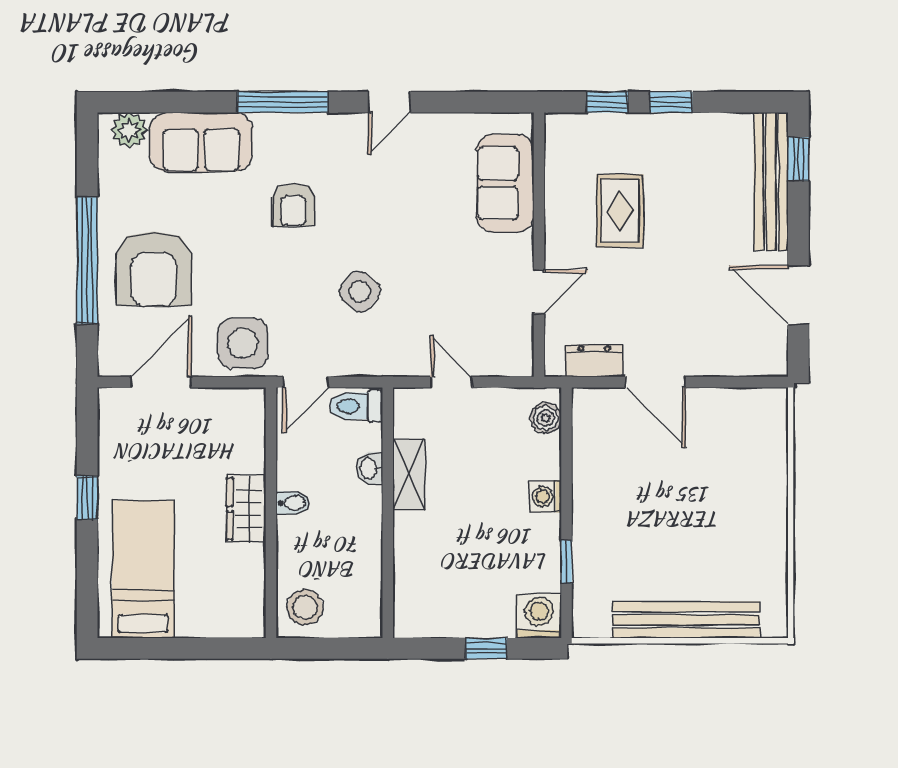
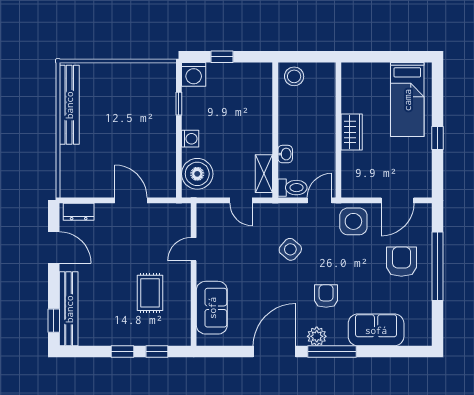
door: (389, 102) -> (275, 352), width x1.87
plant: (129, 130) -> (317, 336), moved
armchair: (154, 269) -> (401, 262), width x0.73, depth x0.73
dresser: (594, 361) -> (79, 212), moved
boiler: (546, 418) -> (197, 174), width x1.86, depth x1.86
shelving: (409, 475) -> (264, 174), moved
bidet: (293, 503) -> (326, 135), removed
stool: (305, 607) -> (294, 76), moved
bench: (686, 620) -> (69, 105), moved, turned 90

